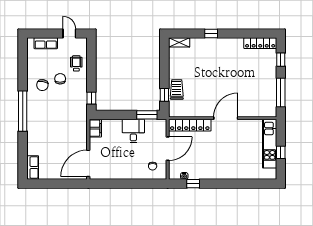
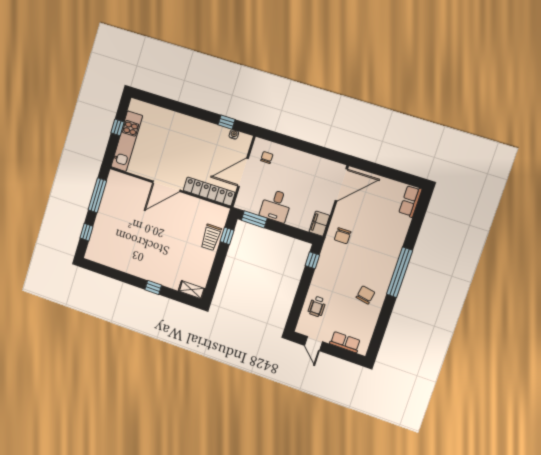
locker: (260, 43) -> (103, 258), removed
chair: (60, 79) -> (343, 236), moved

